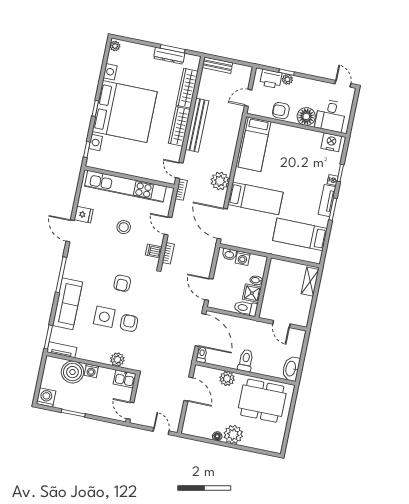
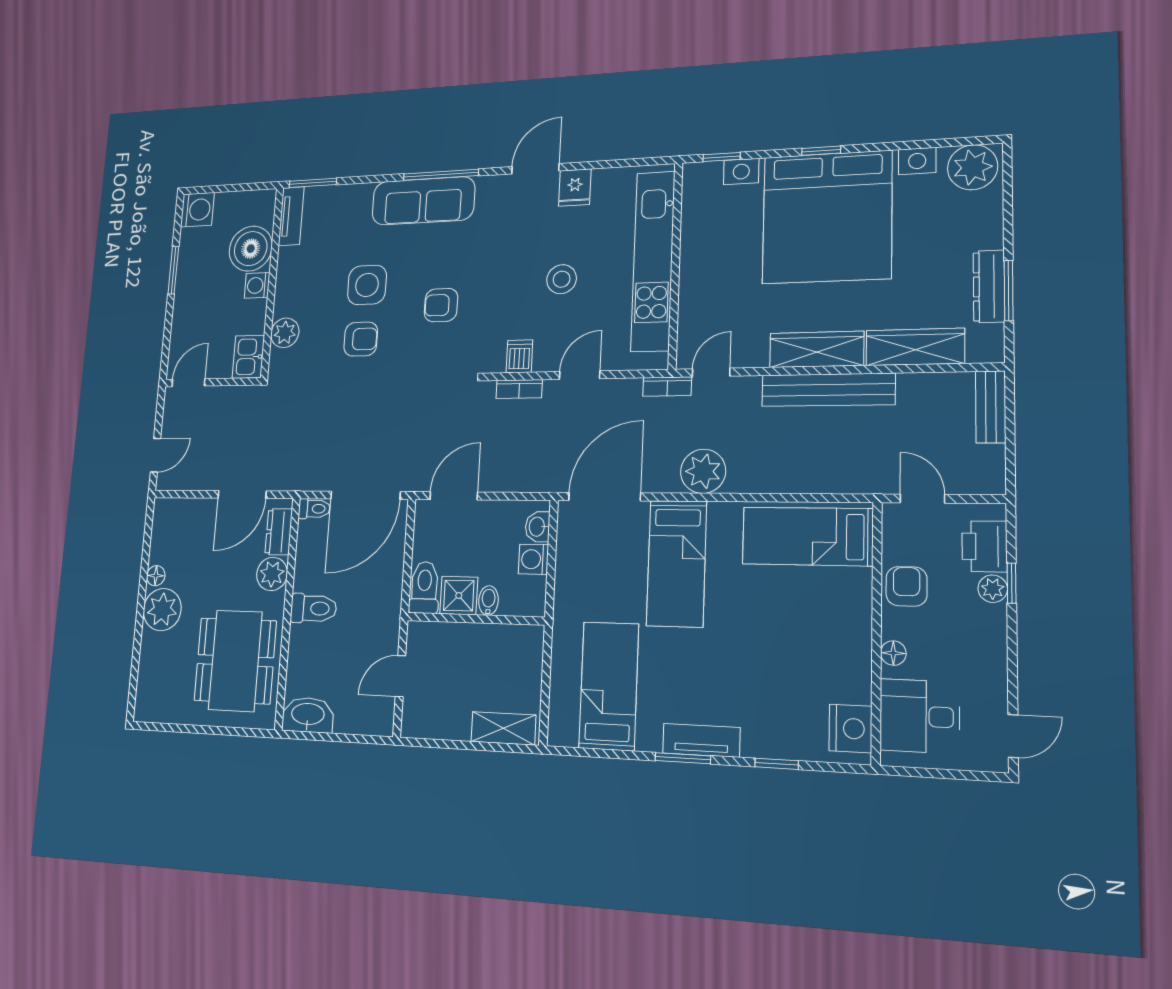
plant: (115, 46) -> (973, 167), width x1.88, depth x1.88
floor lamp: (306, 116) -> (893, 653), width x0.53, depth x0.53
nightstand: (333, 180) -> (755, 747), removed
sofa: (67, 304) -> (423, 201), moved
dresser: (209, 373) -> (279, 532), added

